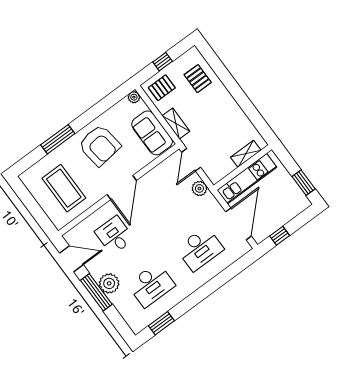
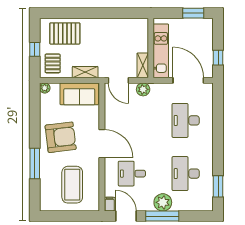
pallet: (198, 79) -> (65, 33), width x1.50, depth x1.42
shelving: (246, 154) -> (143, 65), moved
coffee table: (64, 188) -> (72, 185), turned 90
filing cabinet: (71, 236) -> (110, 204), added
desk: (200, 249) -> (186, 120), turned 180
door: (71, 259) -> (126, 216), hinge flipped
desk: (151, 285) -> (186, 174), turned 180

